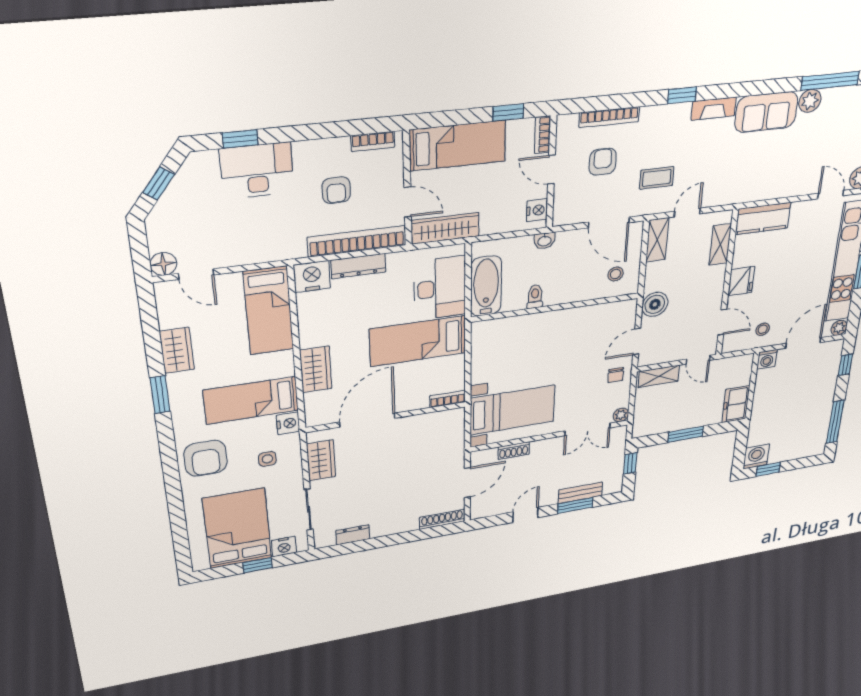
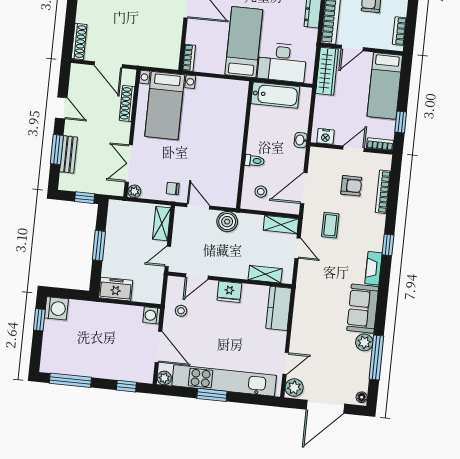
toilet: (535, 297) -> (254, 161), moved
shoe rack: (514, 451) -> (127, 104), width x1.43

